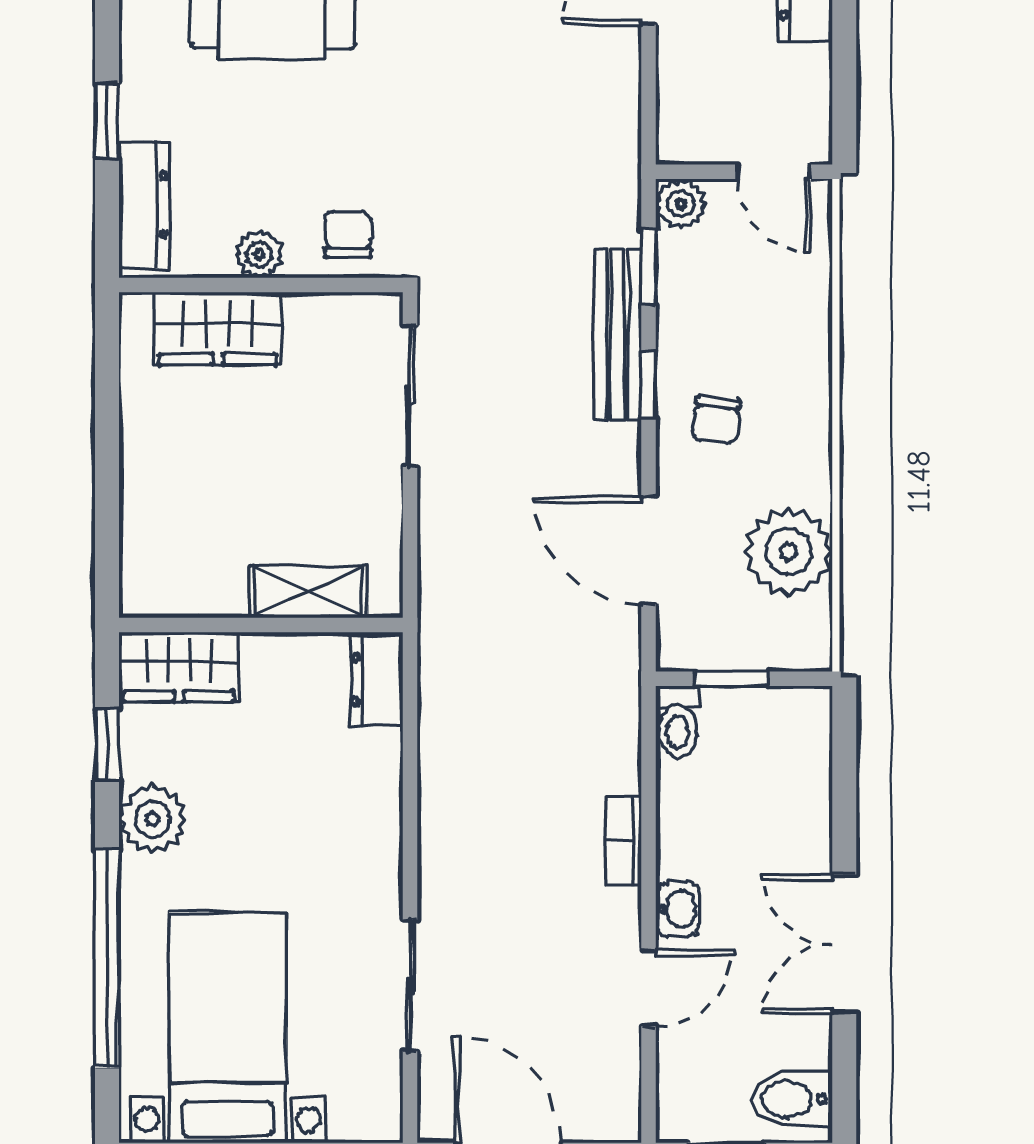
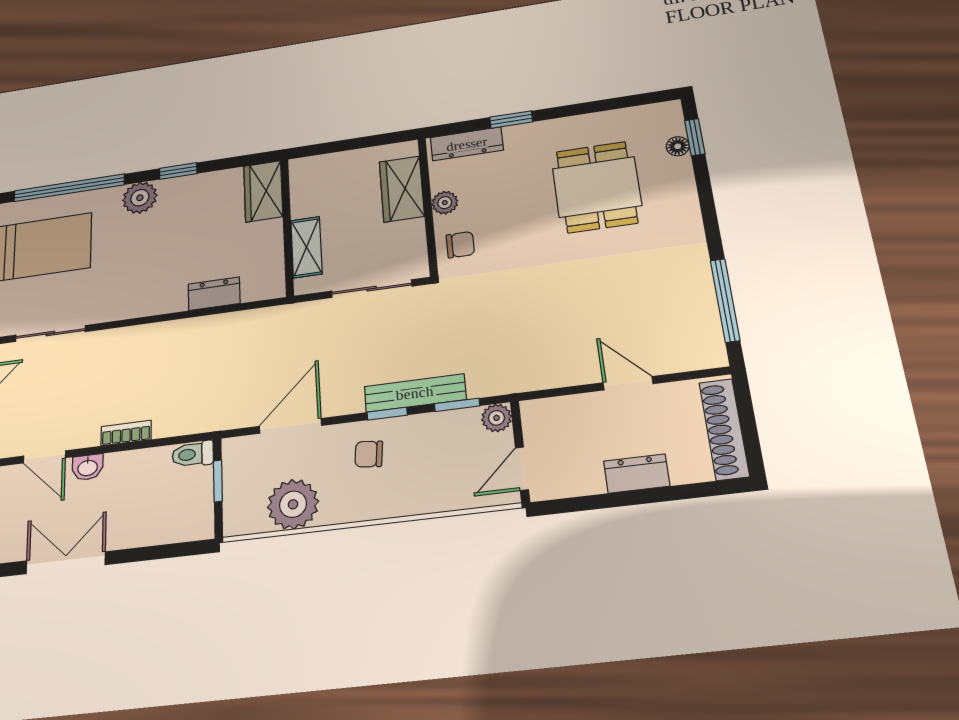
shelving: (309, 591) -> (306, 247), moved
wall: (261, 625) -> (287, 227), moved
wardrobe: (179, 667) -> (263, 191), moved

